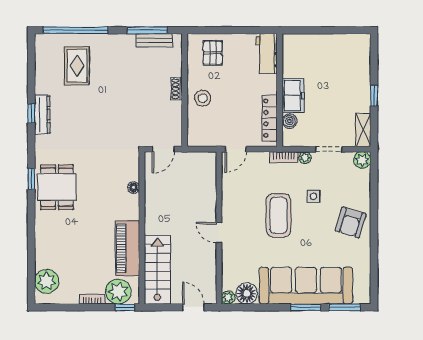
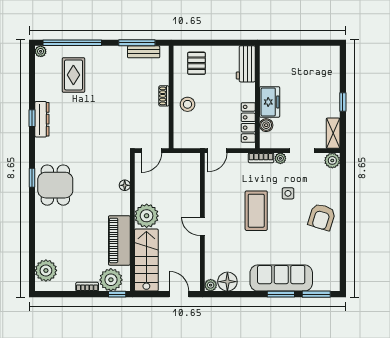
plant: (41, 40) -> (41, 51), added
plant: (158, 221) -> (147, 216), added
sofa: (306, 286) -> (281, 278), width x0.74, depth x0.79

